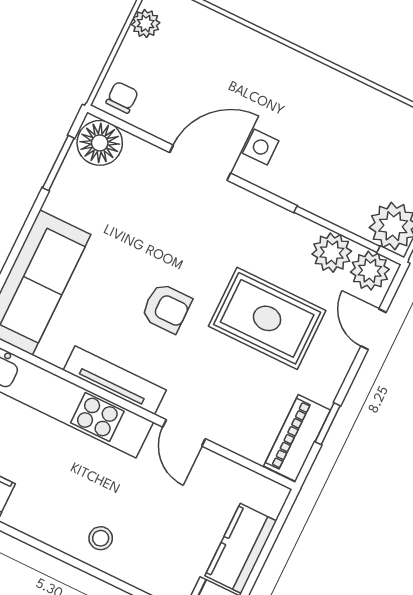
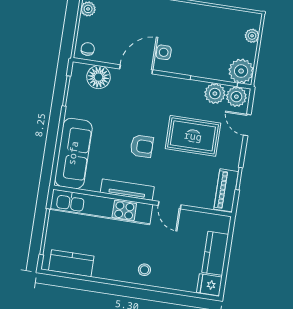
floor lamp: (100, 143) -> (98, 77), moved

